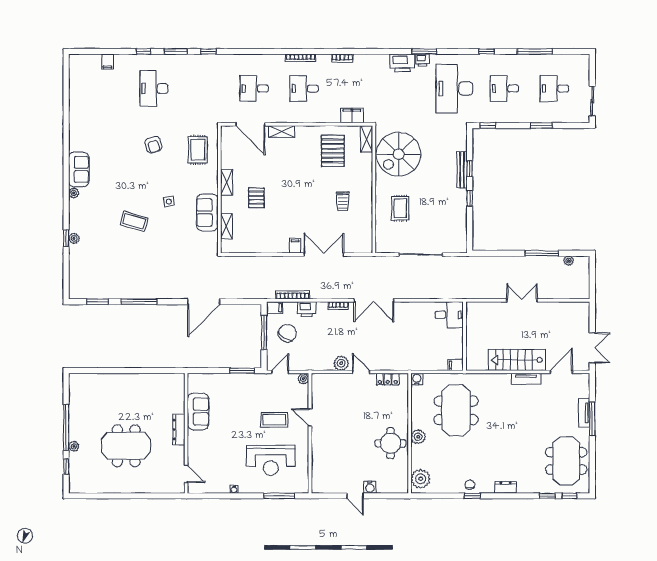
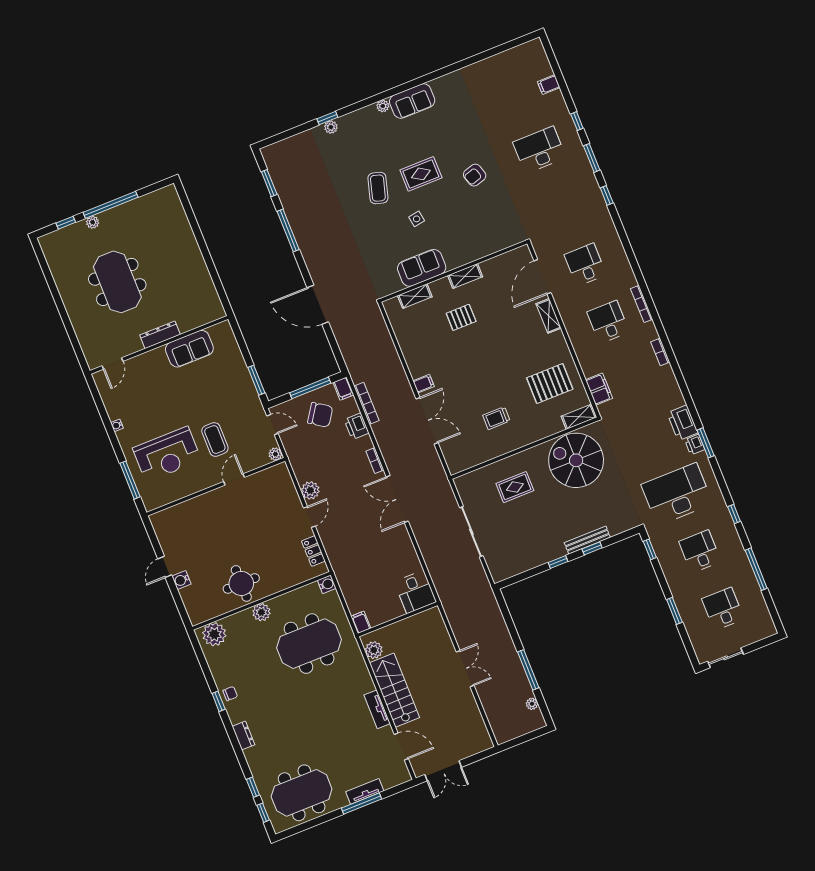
rug: (198, 150) -> (421, 174), moved
plant: (480, 364) -> (374, 650), added
reception desk: (271, 460) -> (167, 454), turned -90

